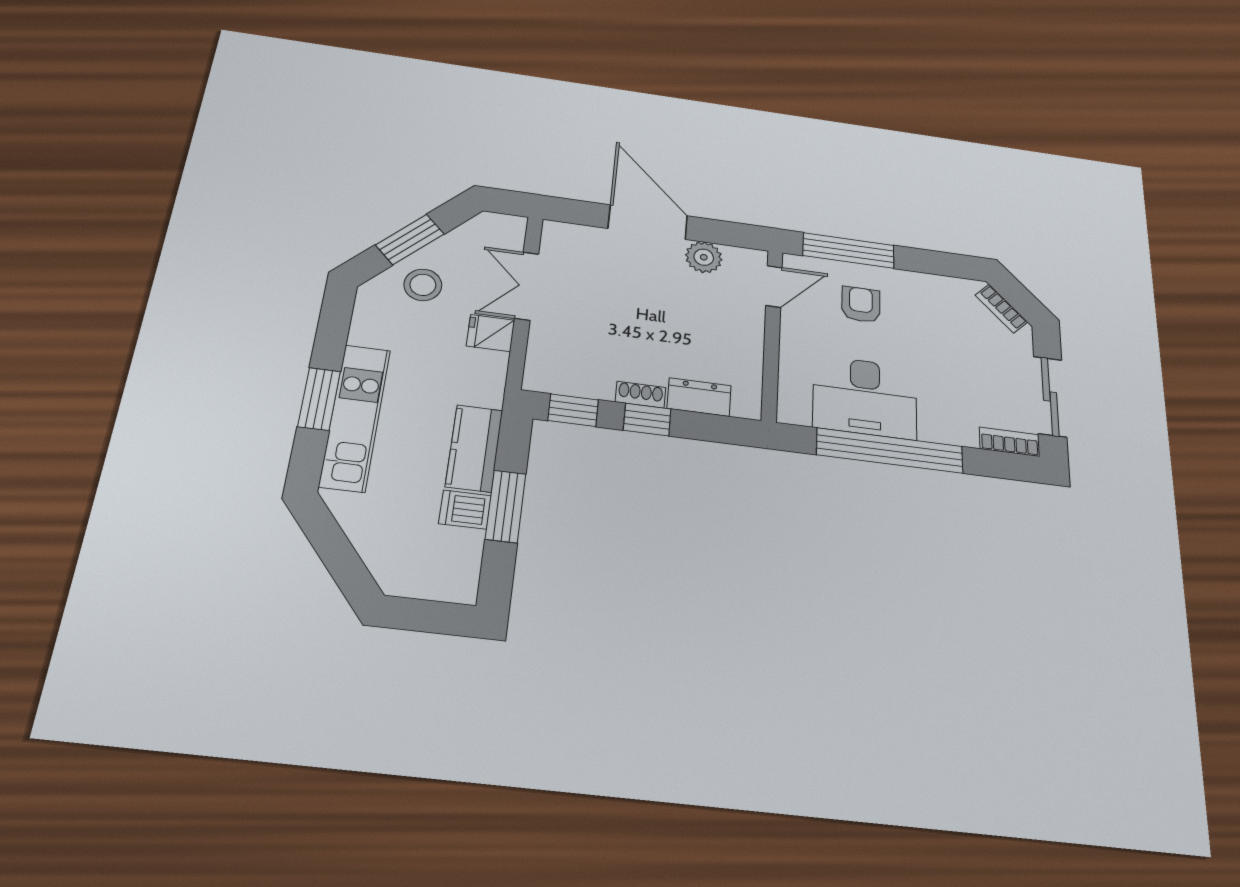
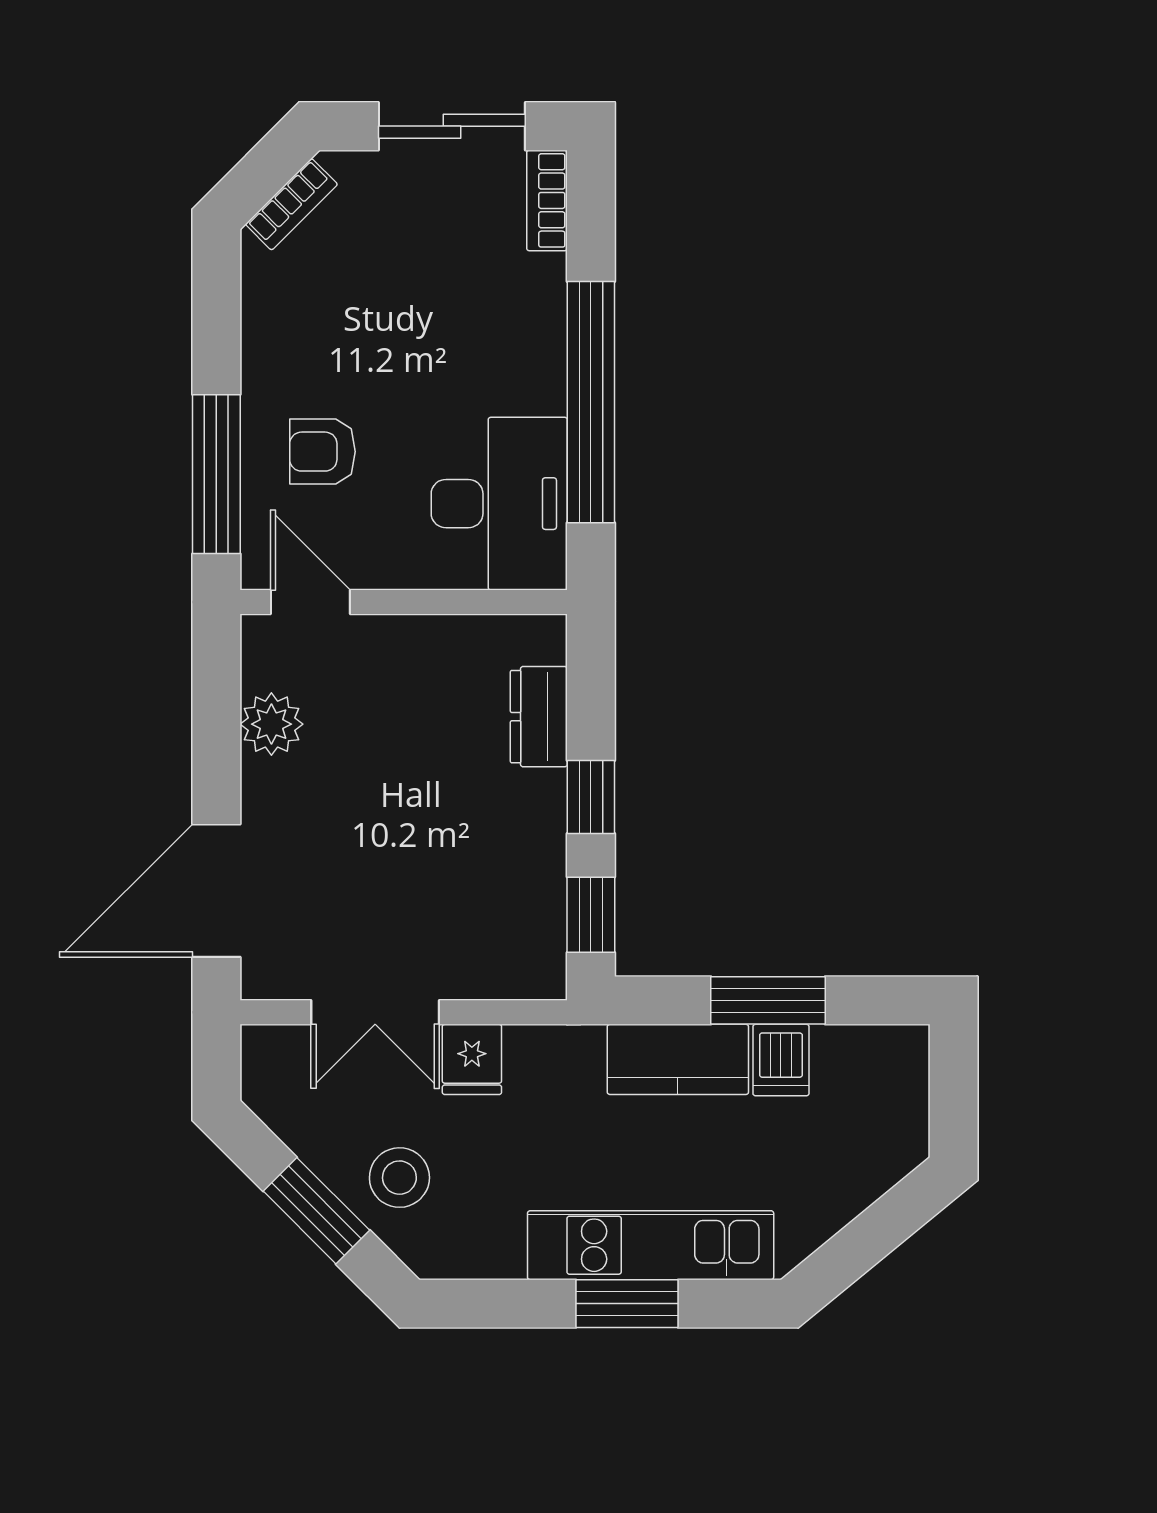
door: (648, 222) -> (216, 891), moved
shoe rack: (641, 395) -> (548, 811), removed
desk: (865, 397) -> (499, 504), moved

